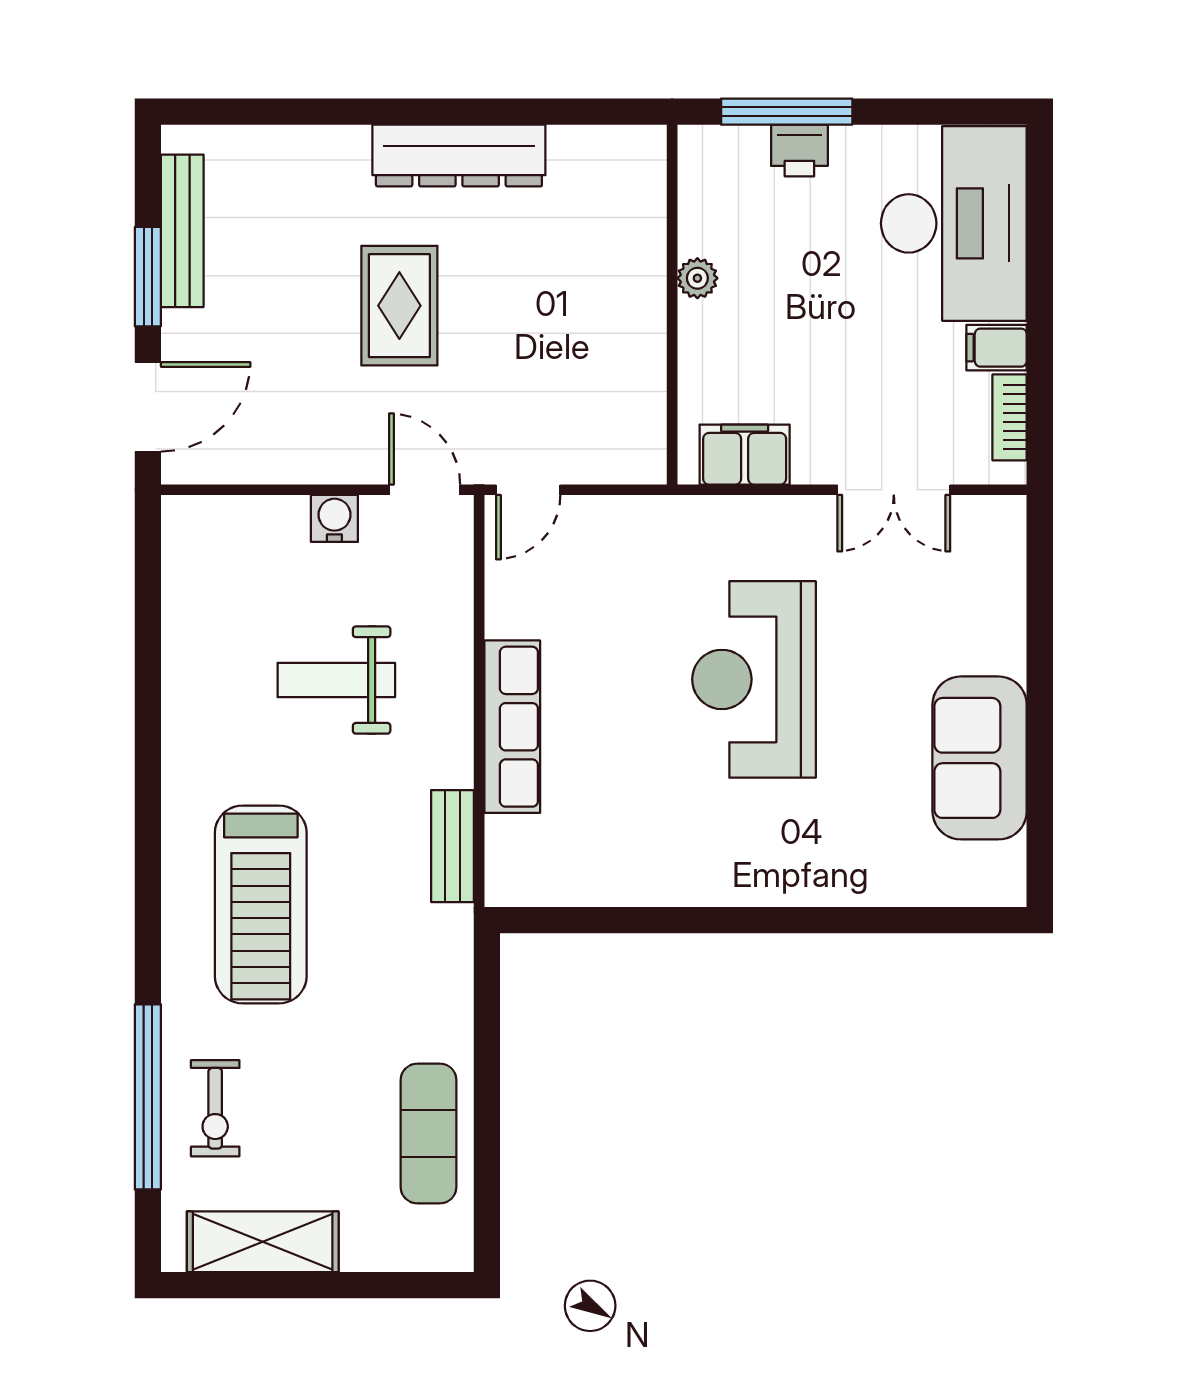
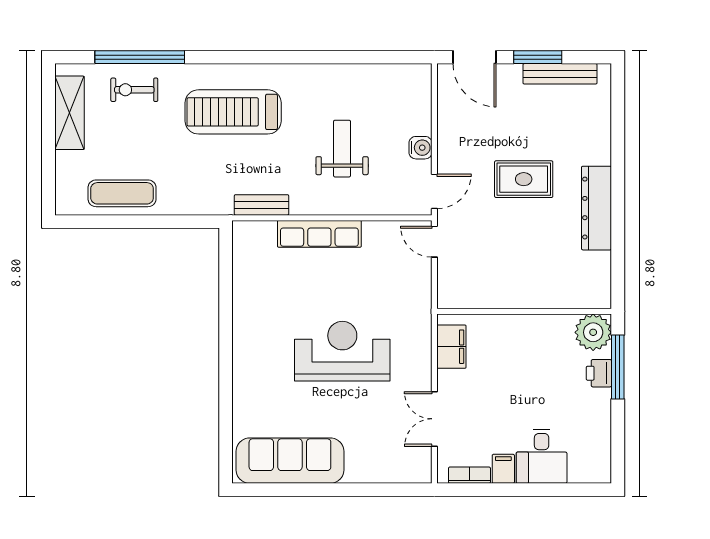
desk: (954, 223) -> (542, 456), width x0.53, depth x0.77
plant: (697, 278) -> (593, 332), moved, width x1.88, depth x1.88
sofa: (980, 758) -> (290, 461), width x1.36

